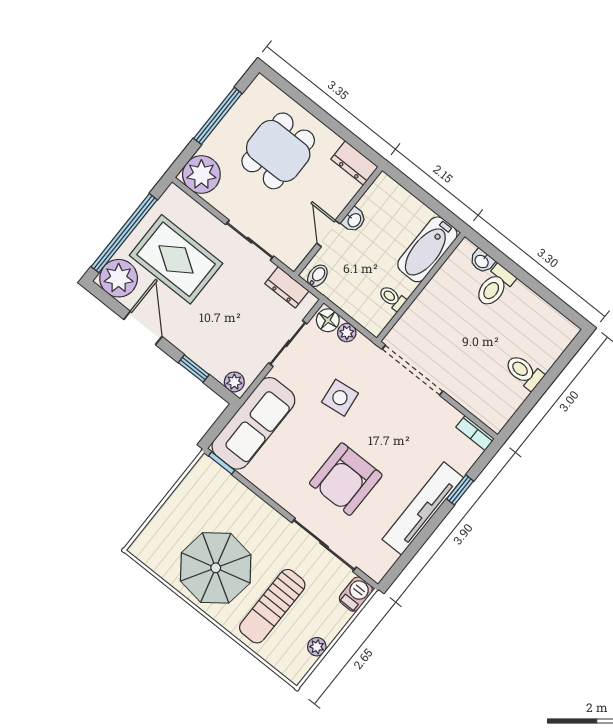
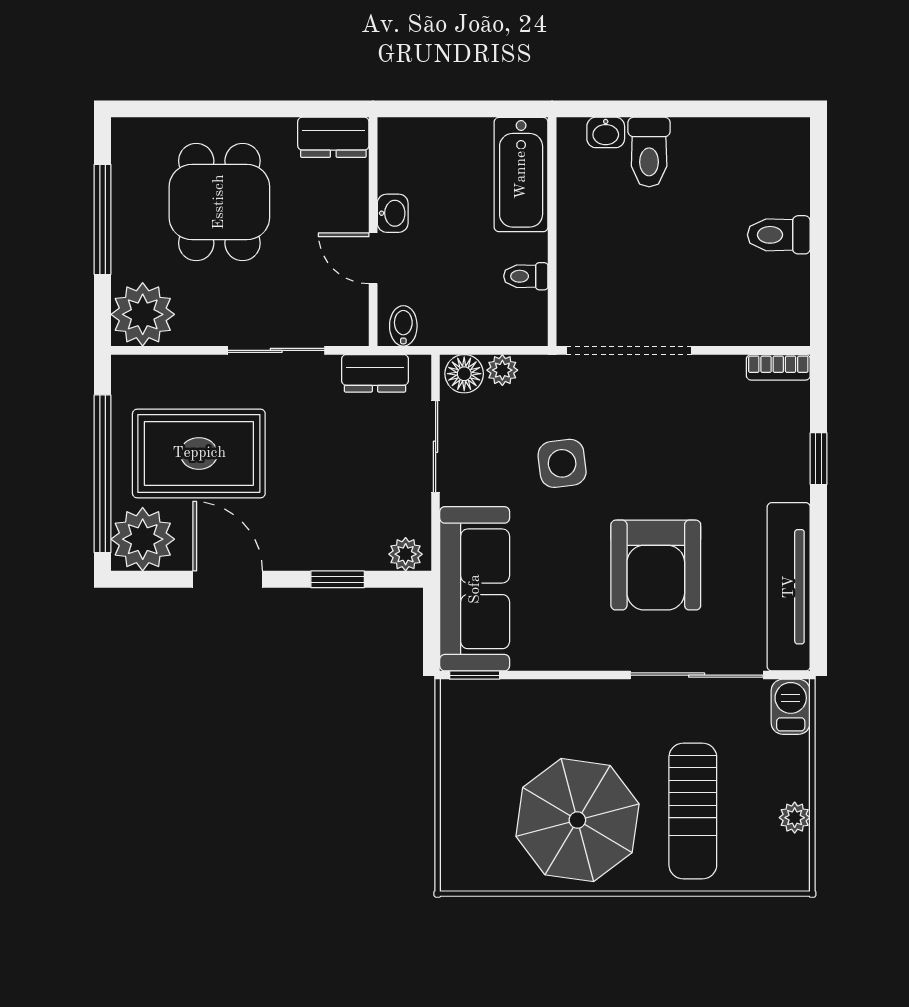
tv unit: (423, 508) -> (789, 587), moved

